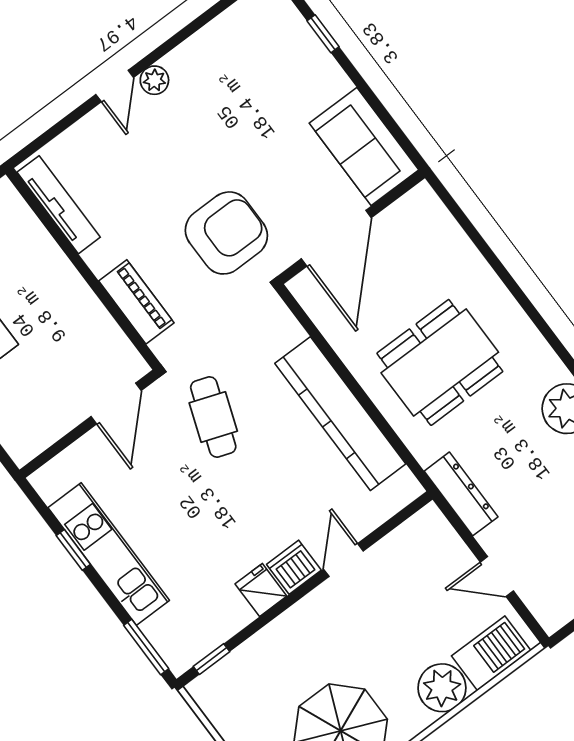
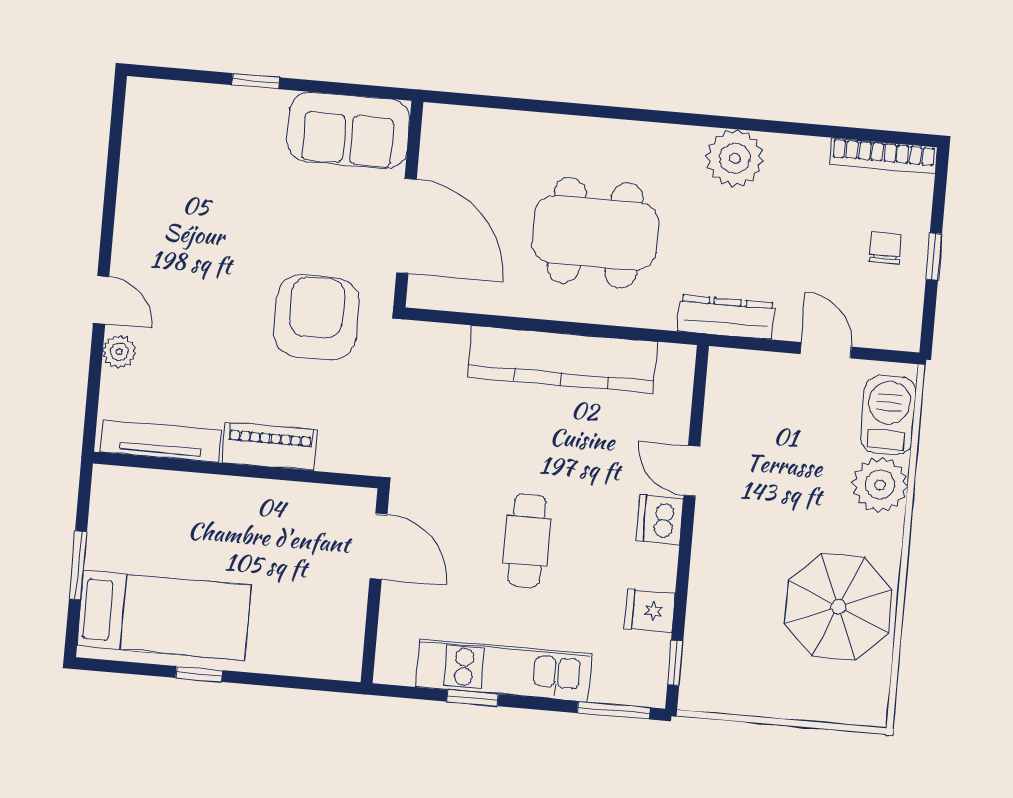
window: (323, 34) -> (256, 81), moved
plant: (154, 80) -> (119, 352), moved
piano: (136, 302) -> (270, 446), moved
dining table: (440, 362) -> (595, 233), turned 90
cafe table: (213, 417) -> (527, 541), moved, turned 70
door: (497, 576) -> (826, 350), swing flipped
fridge: (261, 590) -> (650, 611), moved

